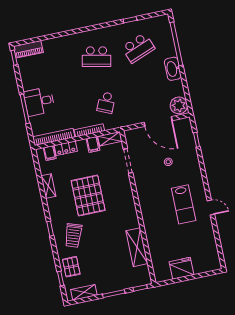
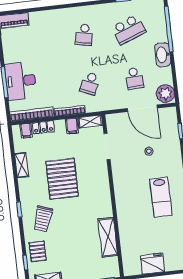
school desk: (96, 57) -> (84, 35), width x0.54
school desk: (148, 94) -> (134, 78), added
desk: (39, 101) -> (21, 81), width x1.37

